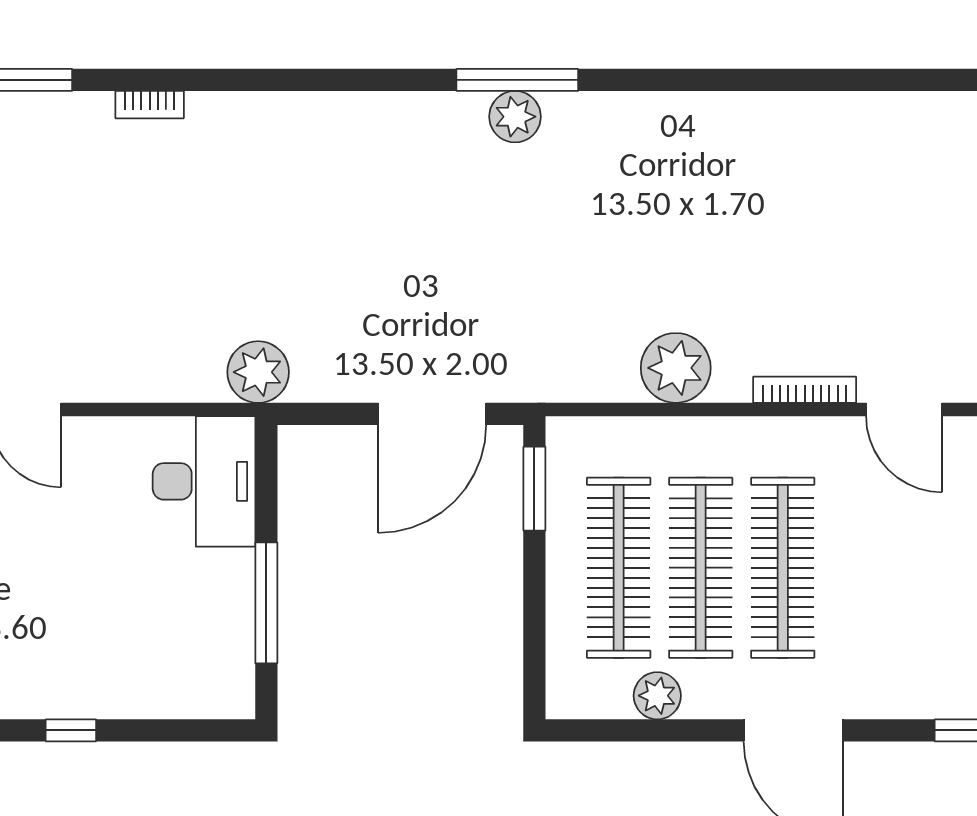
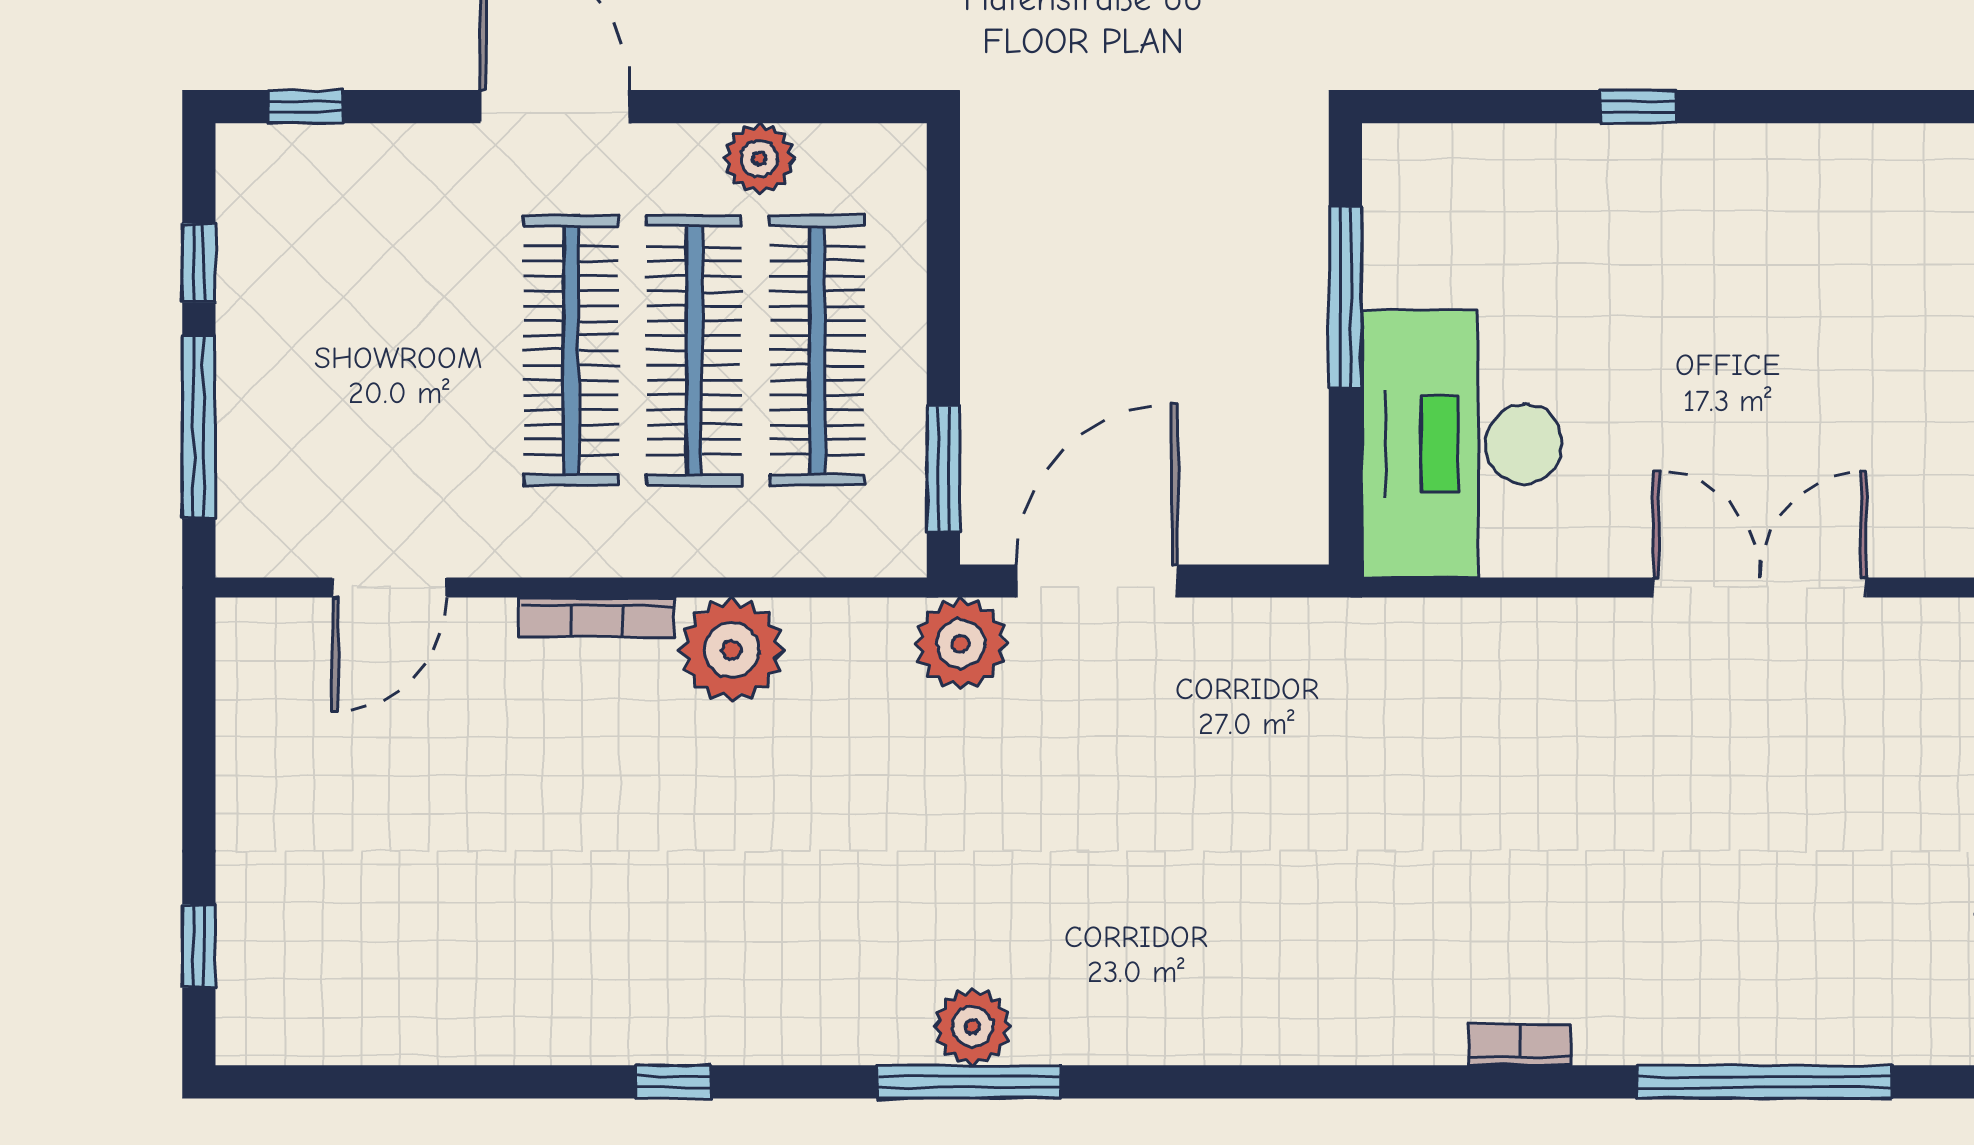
window: (715, 80) -> (673, 1082), added
plant: (258, 372) -> (961, 644), moved
bookcase: (805, 390) -> (597, 617), moved
door: (904, 410) -> (389, 588), swing flipped
desk: (204, 481) -> (1462, 444), width x1.36, depth x1.30

